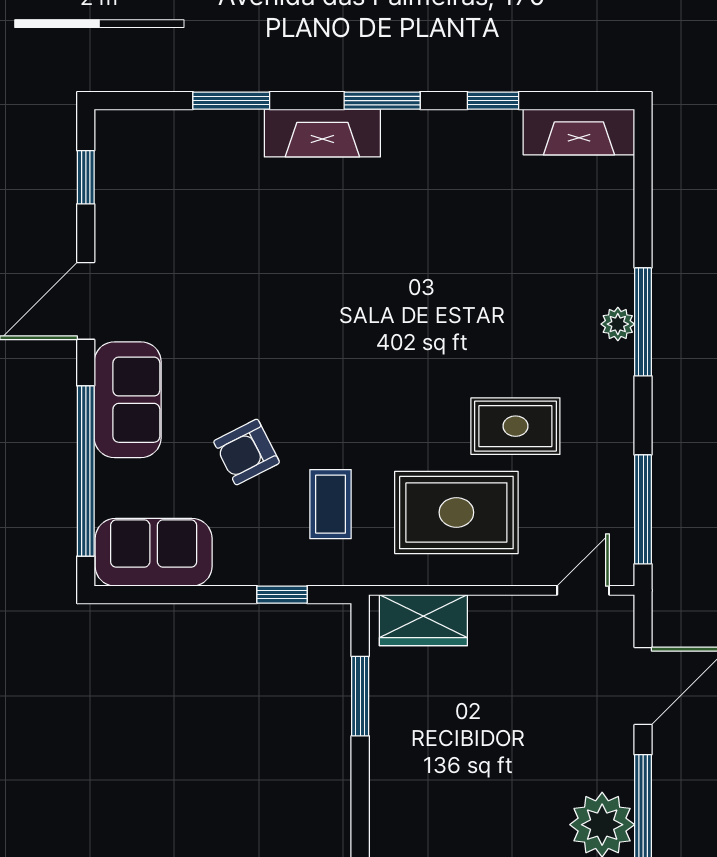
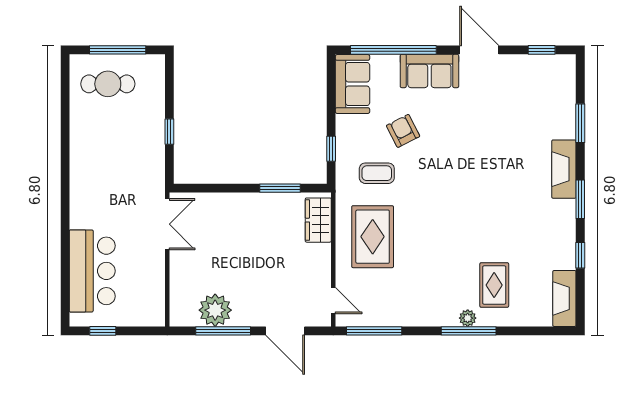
rug: (515, 426) -> (494, 285), moved

